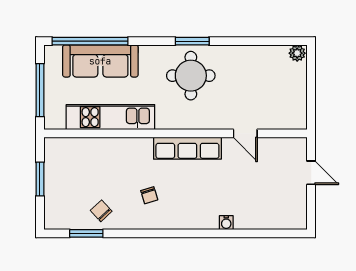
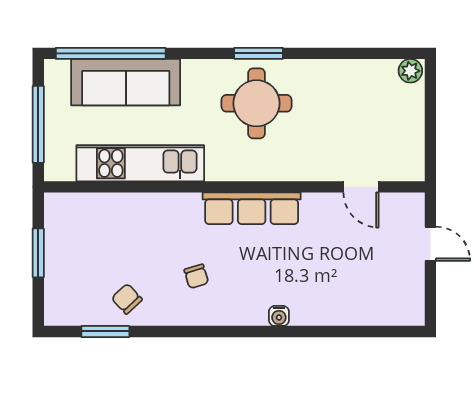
door: (245, 133) -> (361, 187), moved
water cooler: (226, 223) -> (279, 316), moved

